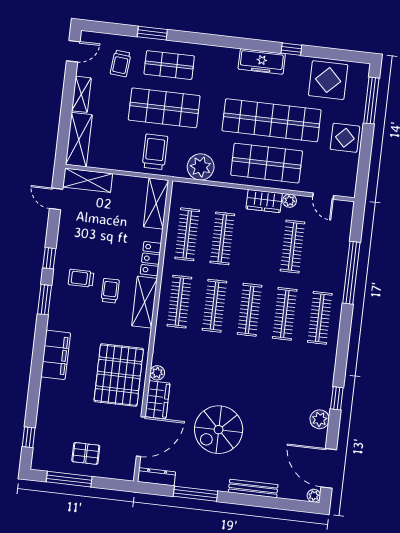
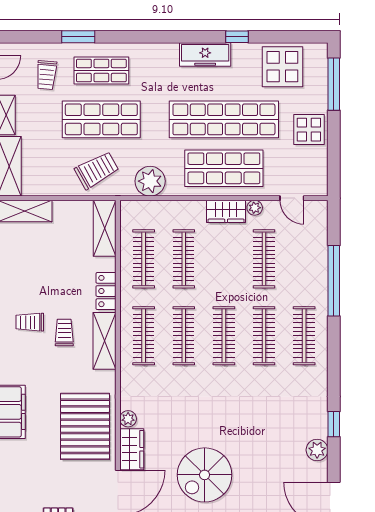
trolley: (155, 152) -> (97, 170), turned 61

